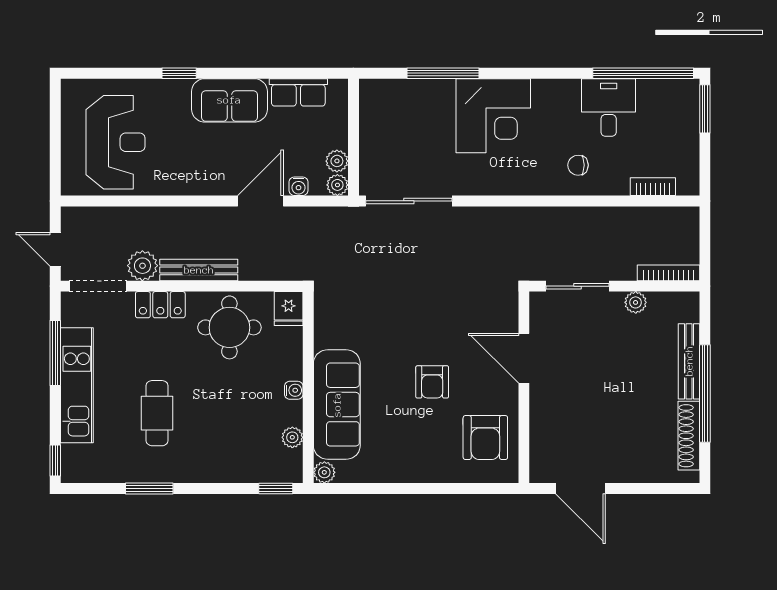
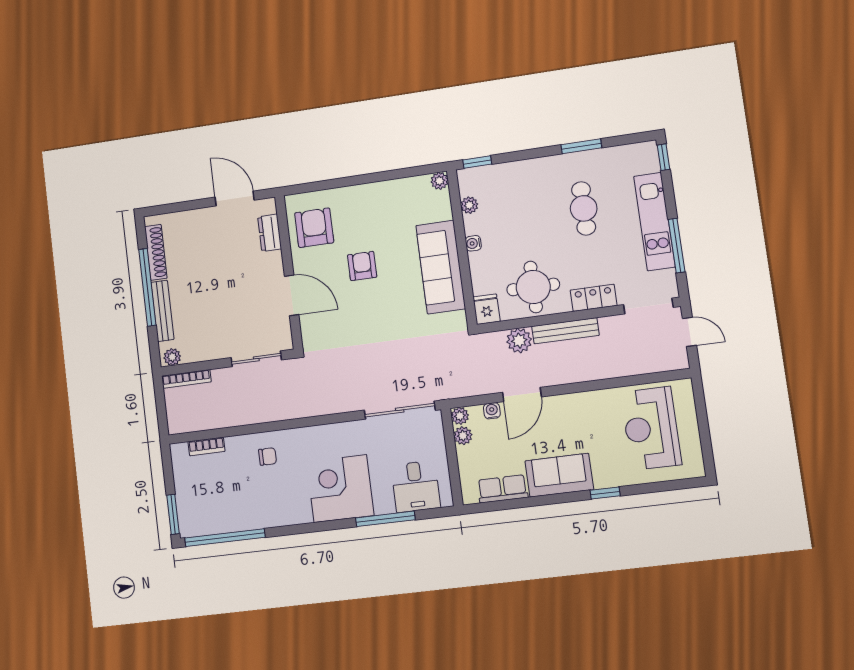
desk: (609, 107) -> (416, 486), moved
plant: (142, 266) -> (519, 341), moved
plant: (636, 302) -> (172, 357), moved
sofa: (337, 405) -> (441, 267), moved
dresser: (542, 439) -> (270, 233), added

